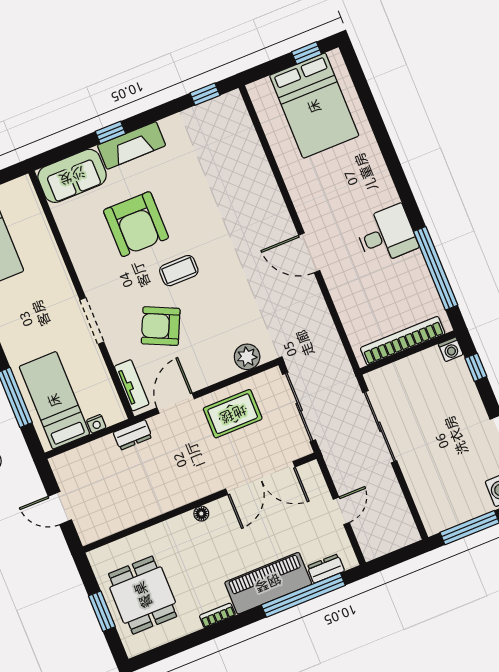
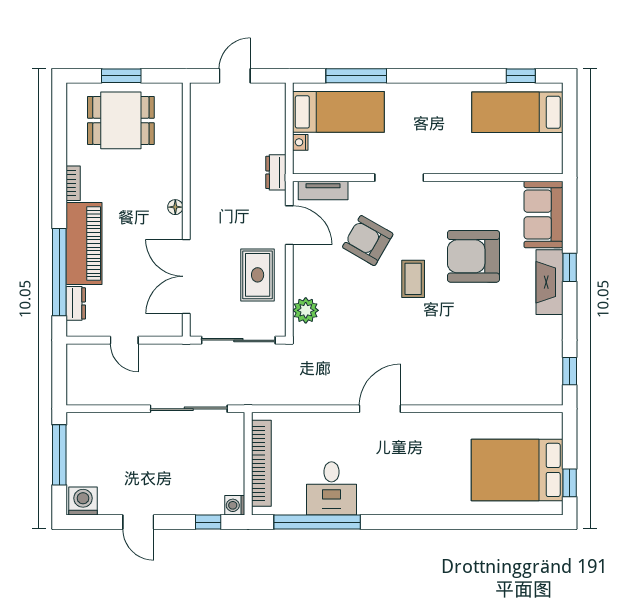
desk: (386, 235) -> (331, 488), moved
armchair: (161, 326) -> (368, 241), turned -85

